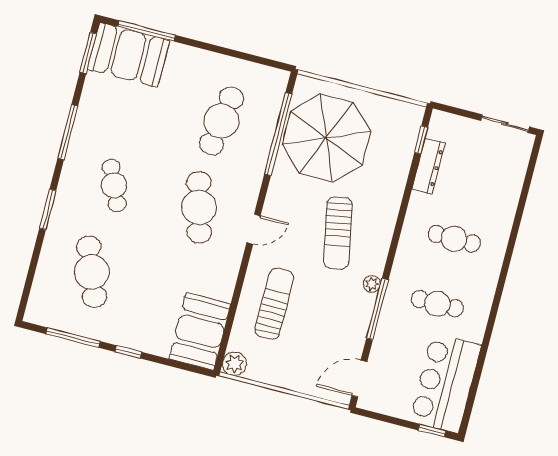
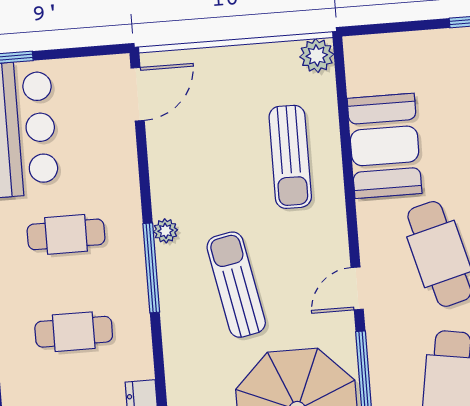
door: (254, 229) -> (357, 288), moved
window: (377, 309) -> (151, 268), moved
booth: (200, 331) -> (385, 146), moved

